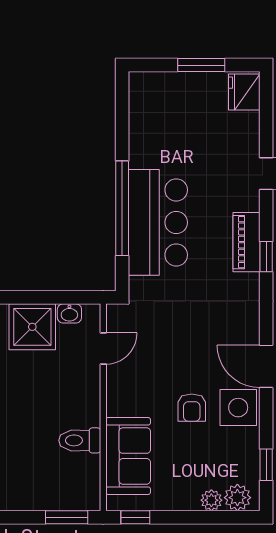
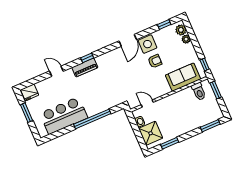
bar counter: (158, 222) -> (64, 116), moved
toilet: (80, 440) -> (199, 91), moved

